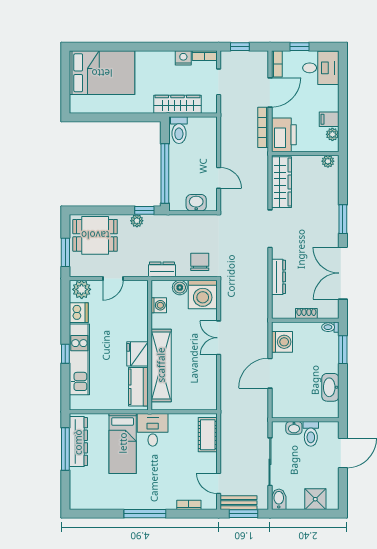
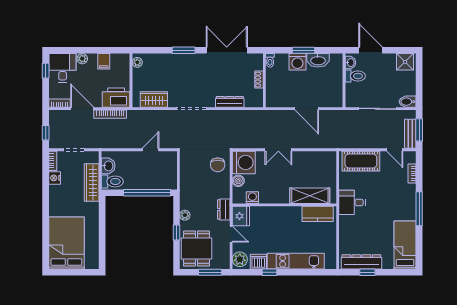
window: (300, 47) -> (46, 71), moved
plant: (332, 134) -> (82, 59), moved
wardrobe: (281, 182) -> (154, 100), width x0.67
washbasin: (196, 203) -> (108, 166), moved, turned 180
window: (144, 210) -> (177, 232), moved
chair: (200, 262) -> (218, 165), turned -90
dresser: (162, 269) -> (224, 209), moved
double door: (343, 273) -> (227, 50), swing flipped
washing machine: (282, 342) -> (297, 62), moved, turned 180
window: (343, 350) -> (304, 50), moved
window: (65, 354) -> (270, 272), moved
fridge: (137, 354) -> (241, 216), moved, turned -90
shelving: (161, 365) -> (310, 196), width x0.68
washbasin: (294, 428) -> (350, 63), moved
cot: (208, 435) -> (361, 161), width x1.37, depth x1.34
bed: (123, 443) -> (405, 245), moved, turned -90
window: (65, 449) -> (367, 272), width x0.46
door: (219, 483) -> (395, 150), hinge flipped
shower: (315, 499) -> (405, 62), moved

